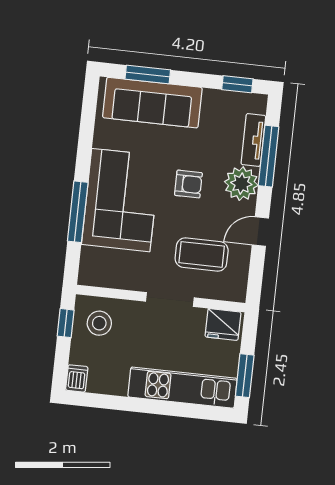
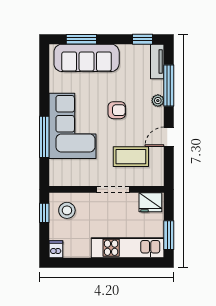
tv unit: (253, 140) -> (157, 61), moved
plant: (241, 184) -> (158, 101), width x0.53, depth x0.53

